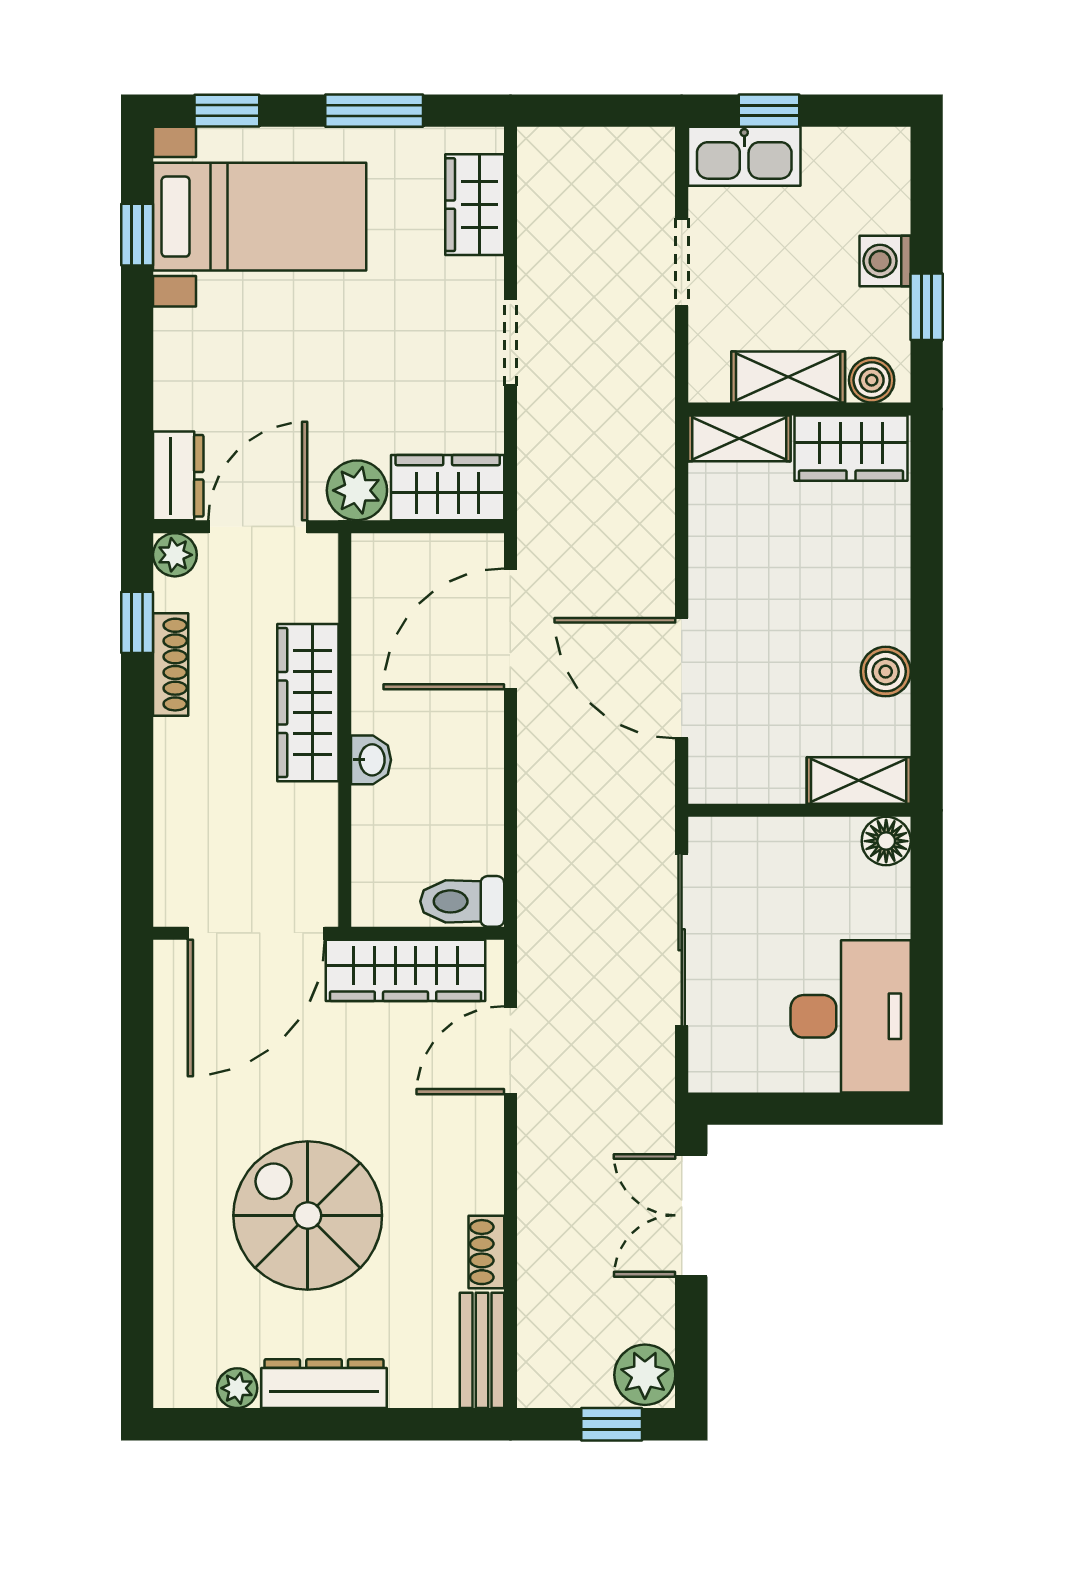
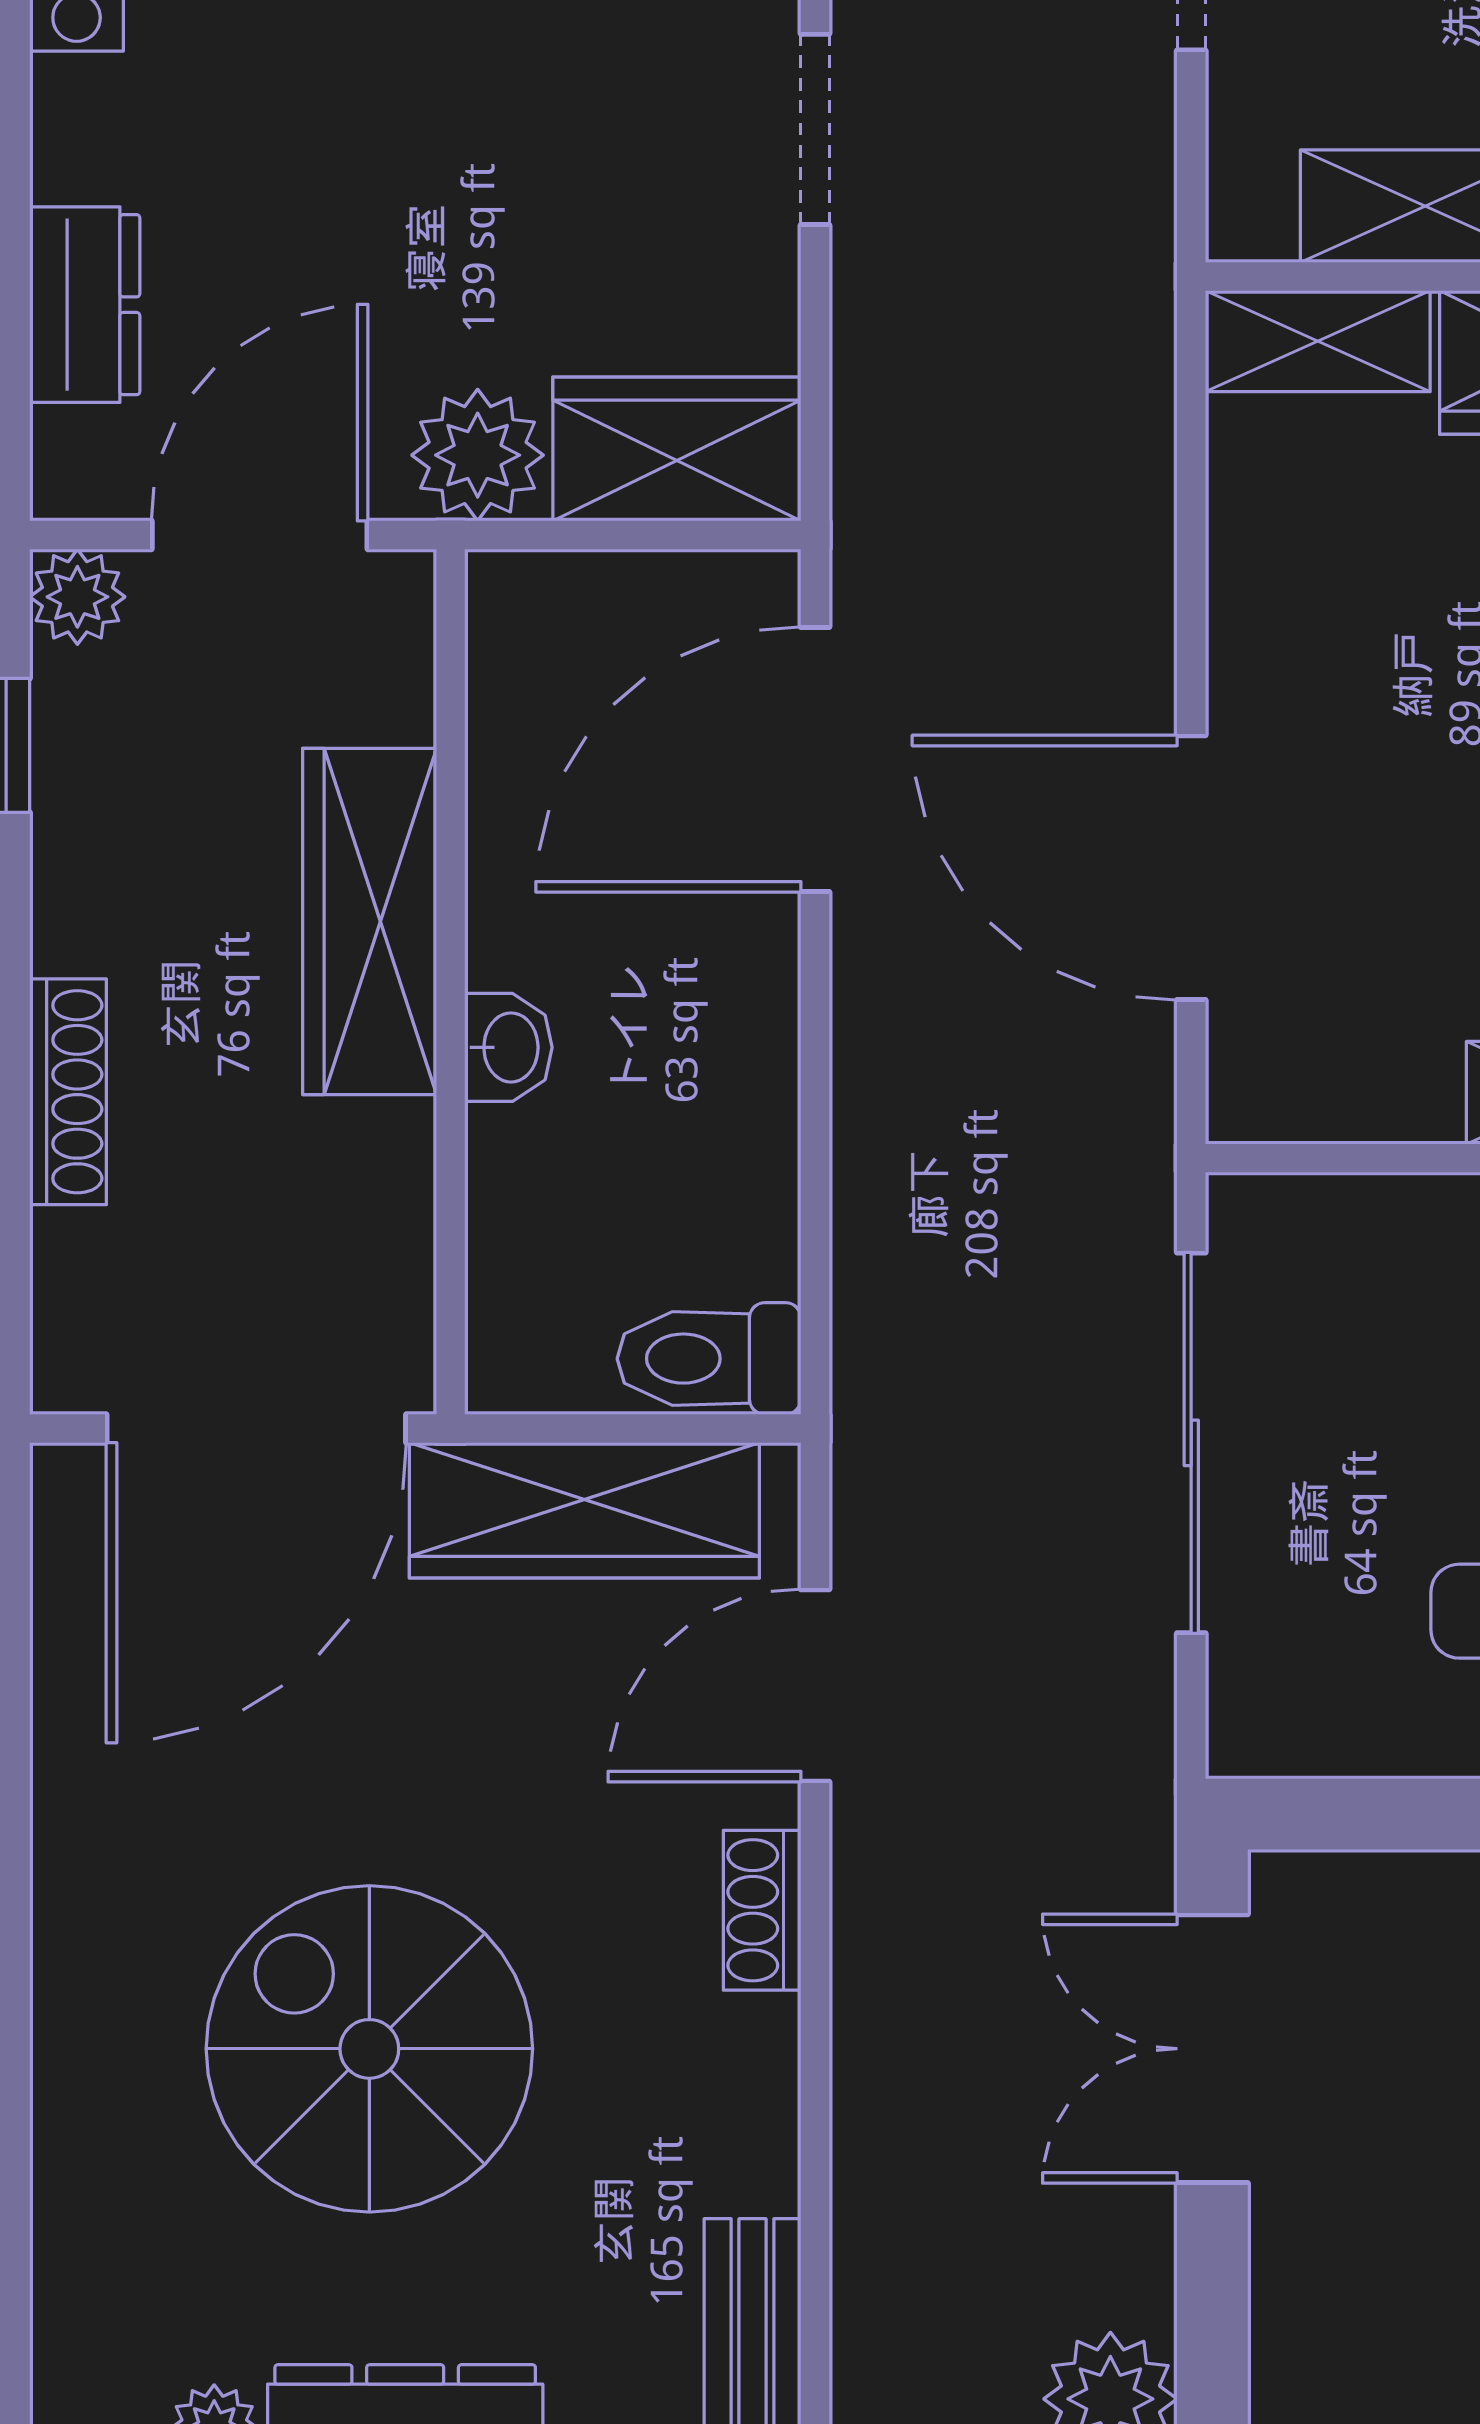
dresser: (178, 476) -> (85, 305), moved
shoe rack: (171, 665) -> (68, 1092), moved
shoe rack: (486, 1252) -> (762, 1910), moved

